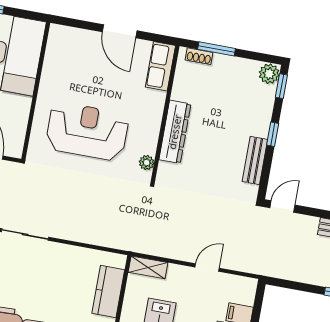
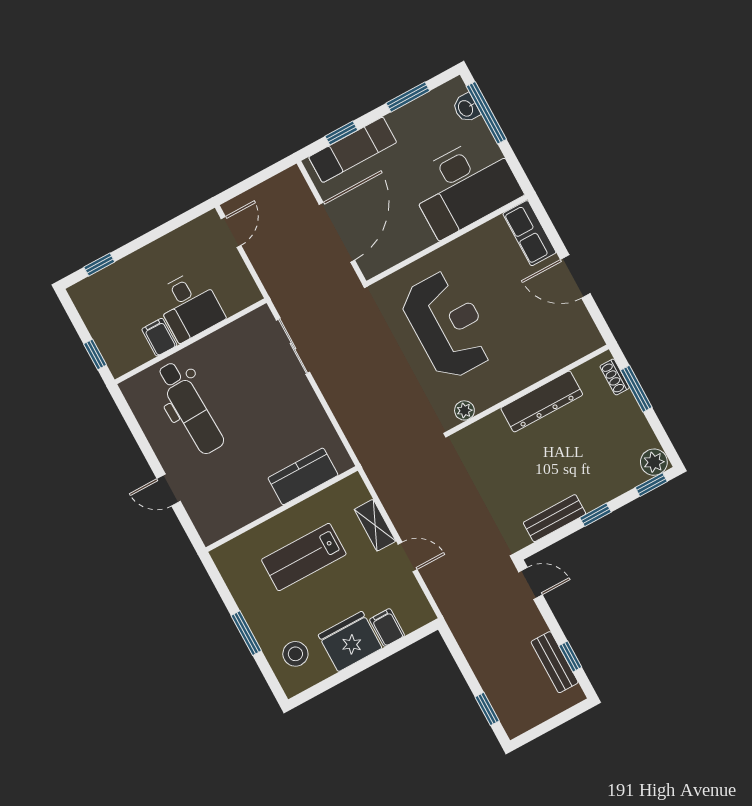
door: (120, 31) -> (575, 277), hinge flipped
row of seats: (160, 66) -> (529, 233), moved, turned -90
dresser: (175, 132) -> (542, 401), moved
shelving: (148, 267) -> (375, 525), moved

